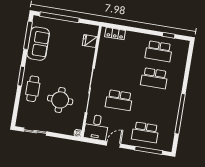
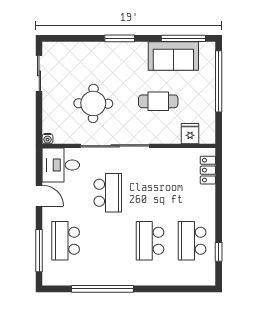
cafe table: (33, 89) -> (158, 101), moved
school desk: (119, 100) -> (108, 193), turned 180

